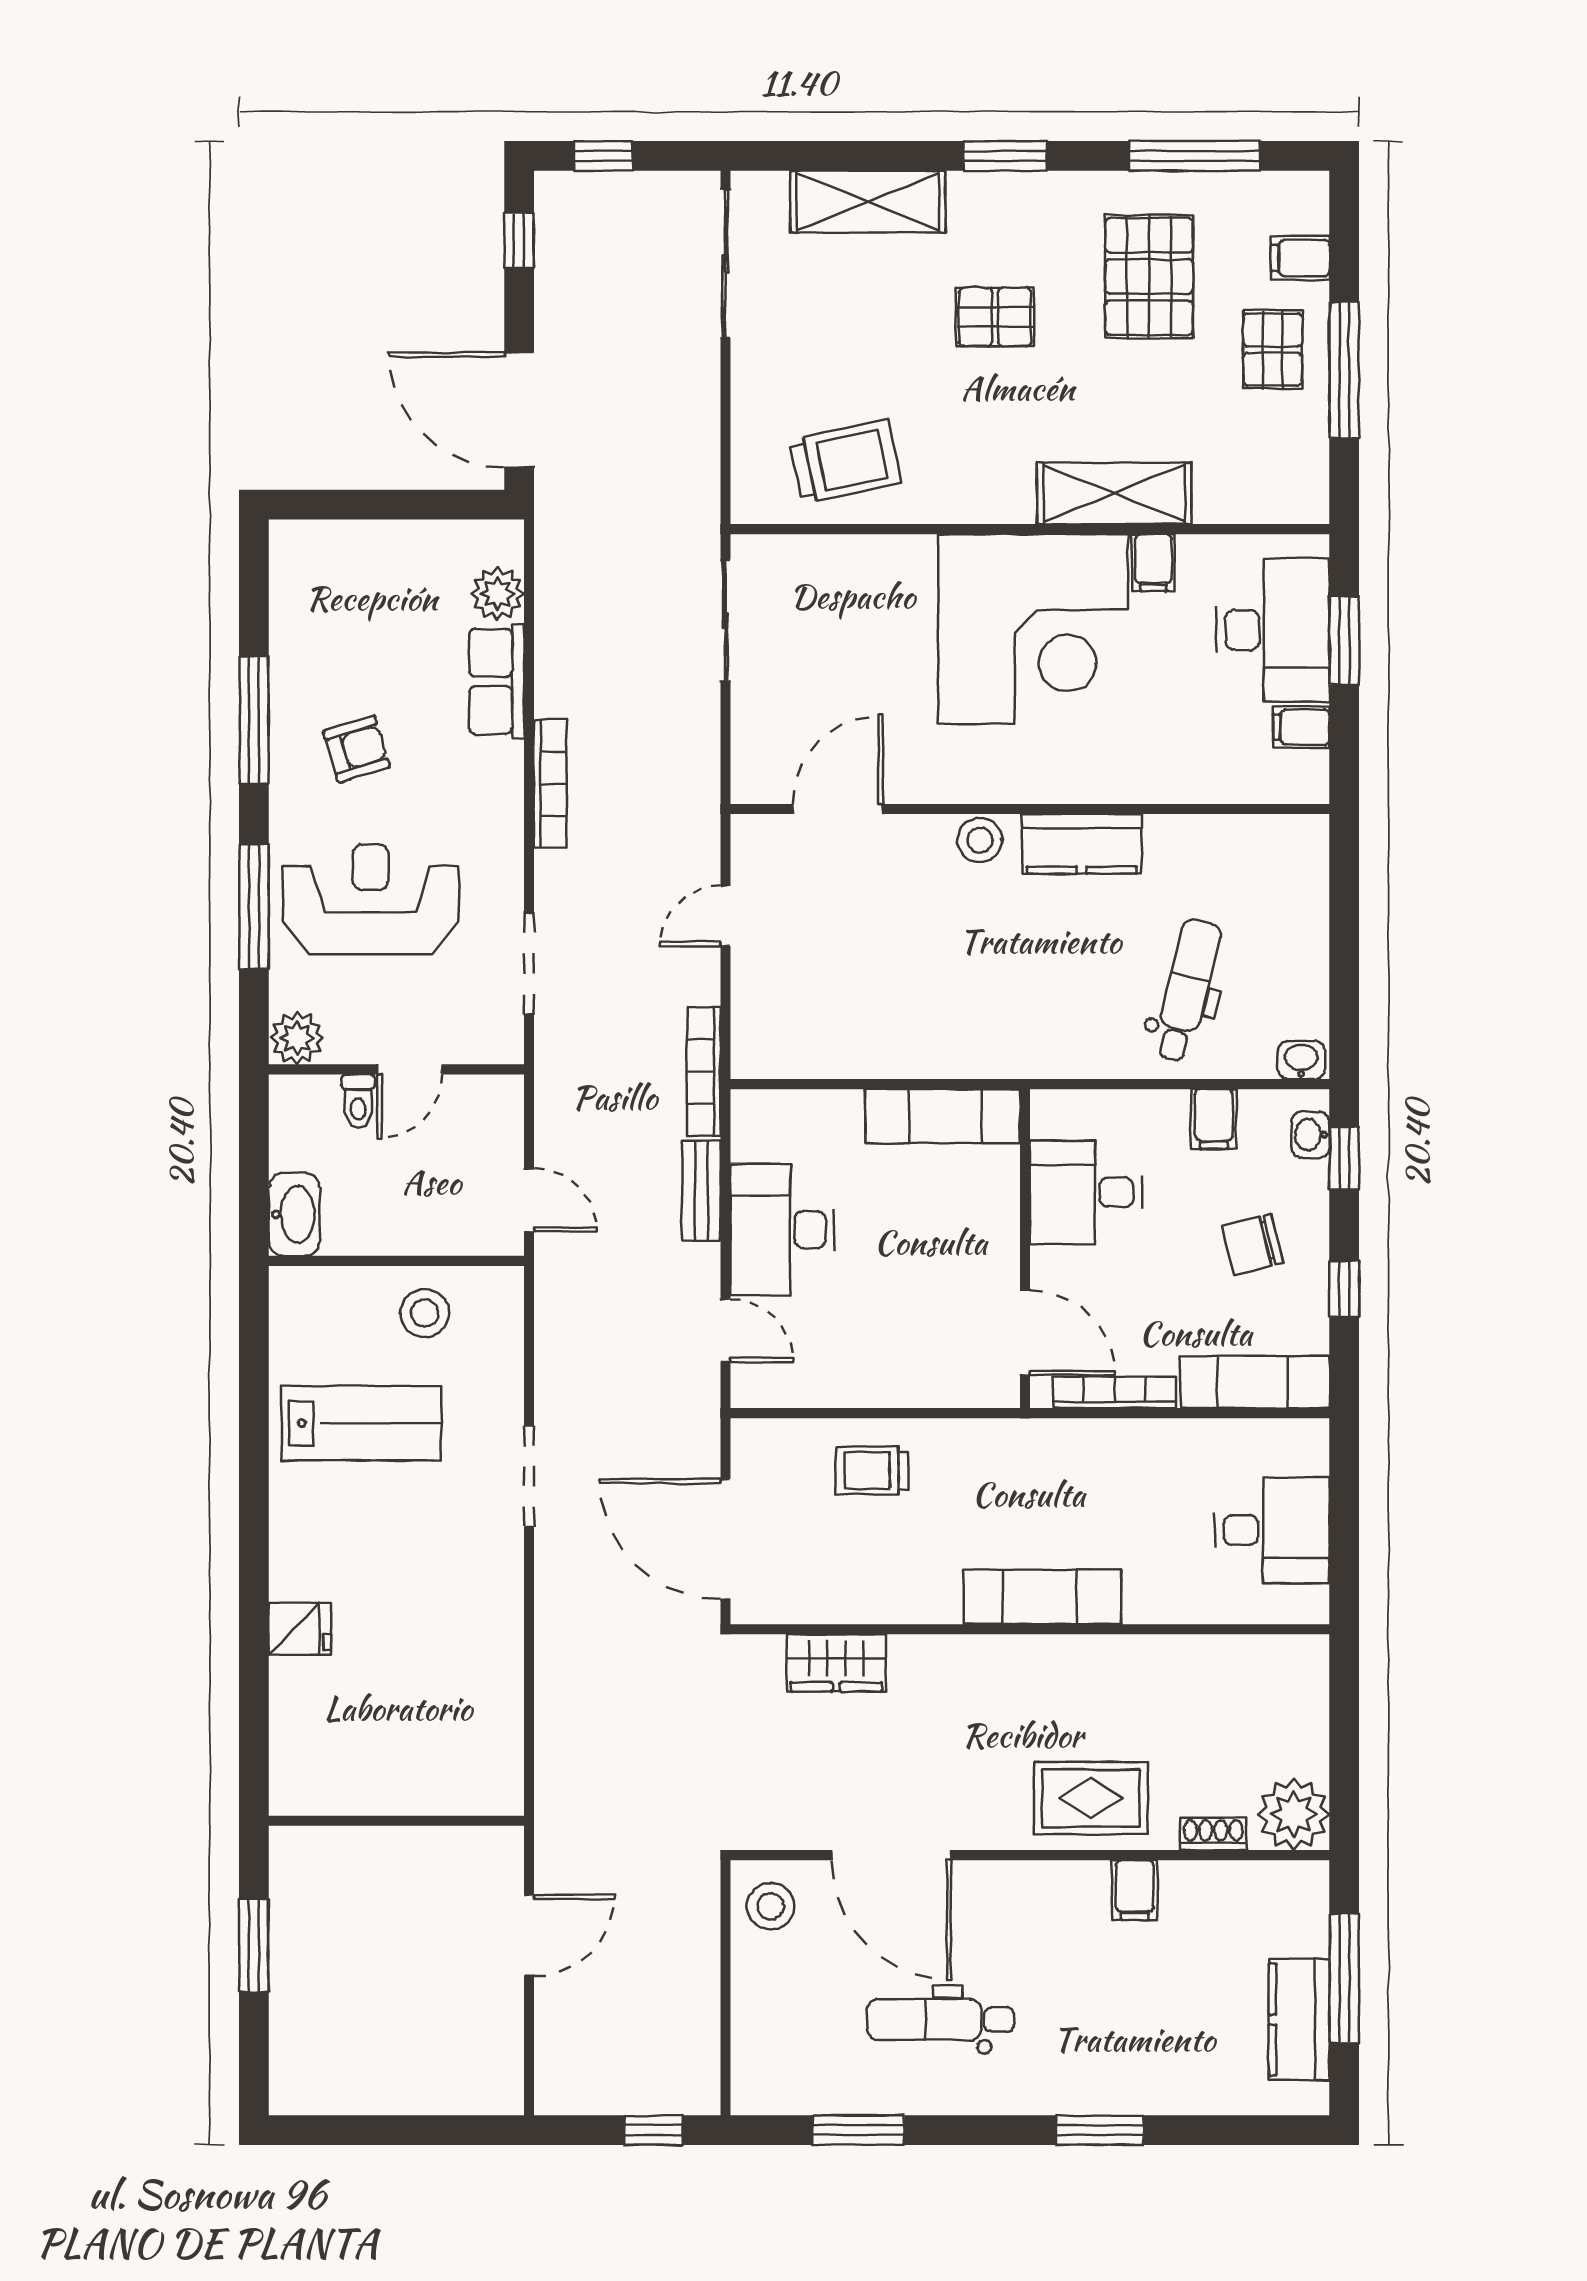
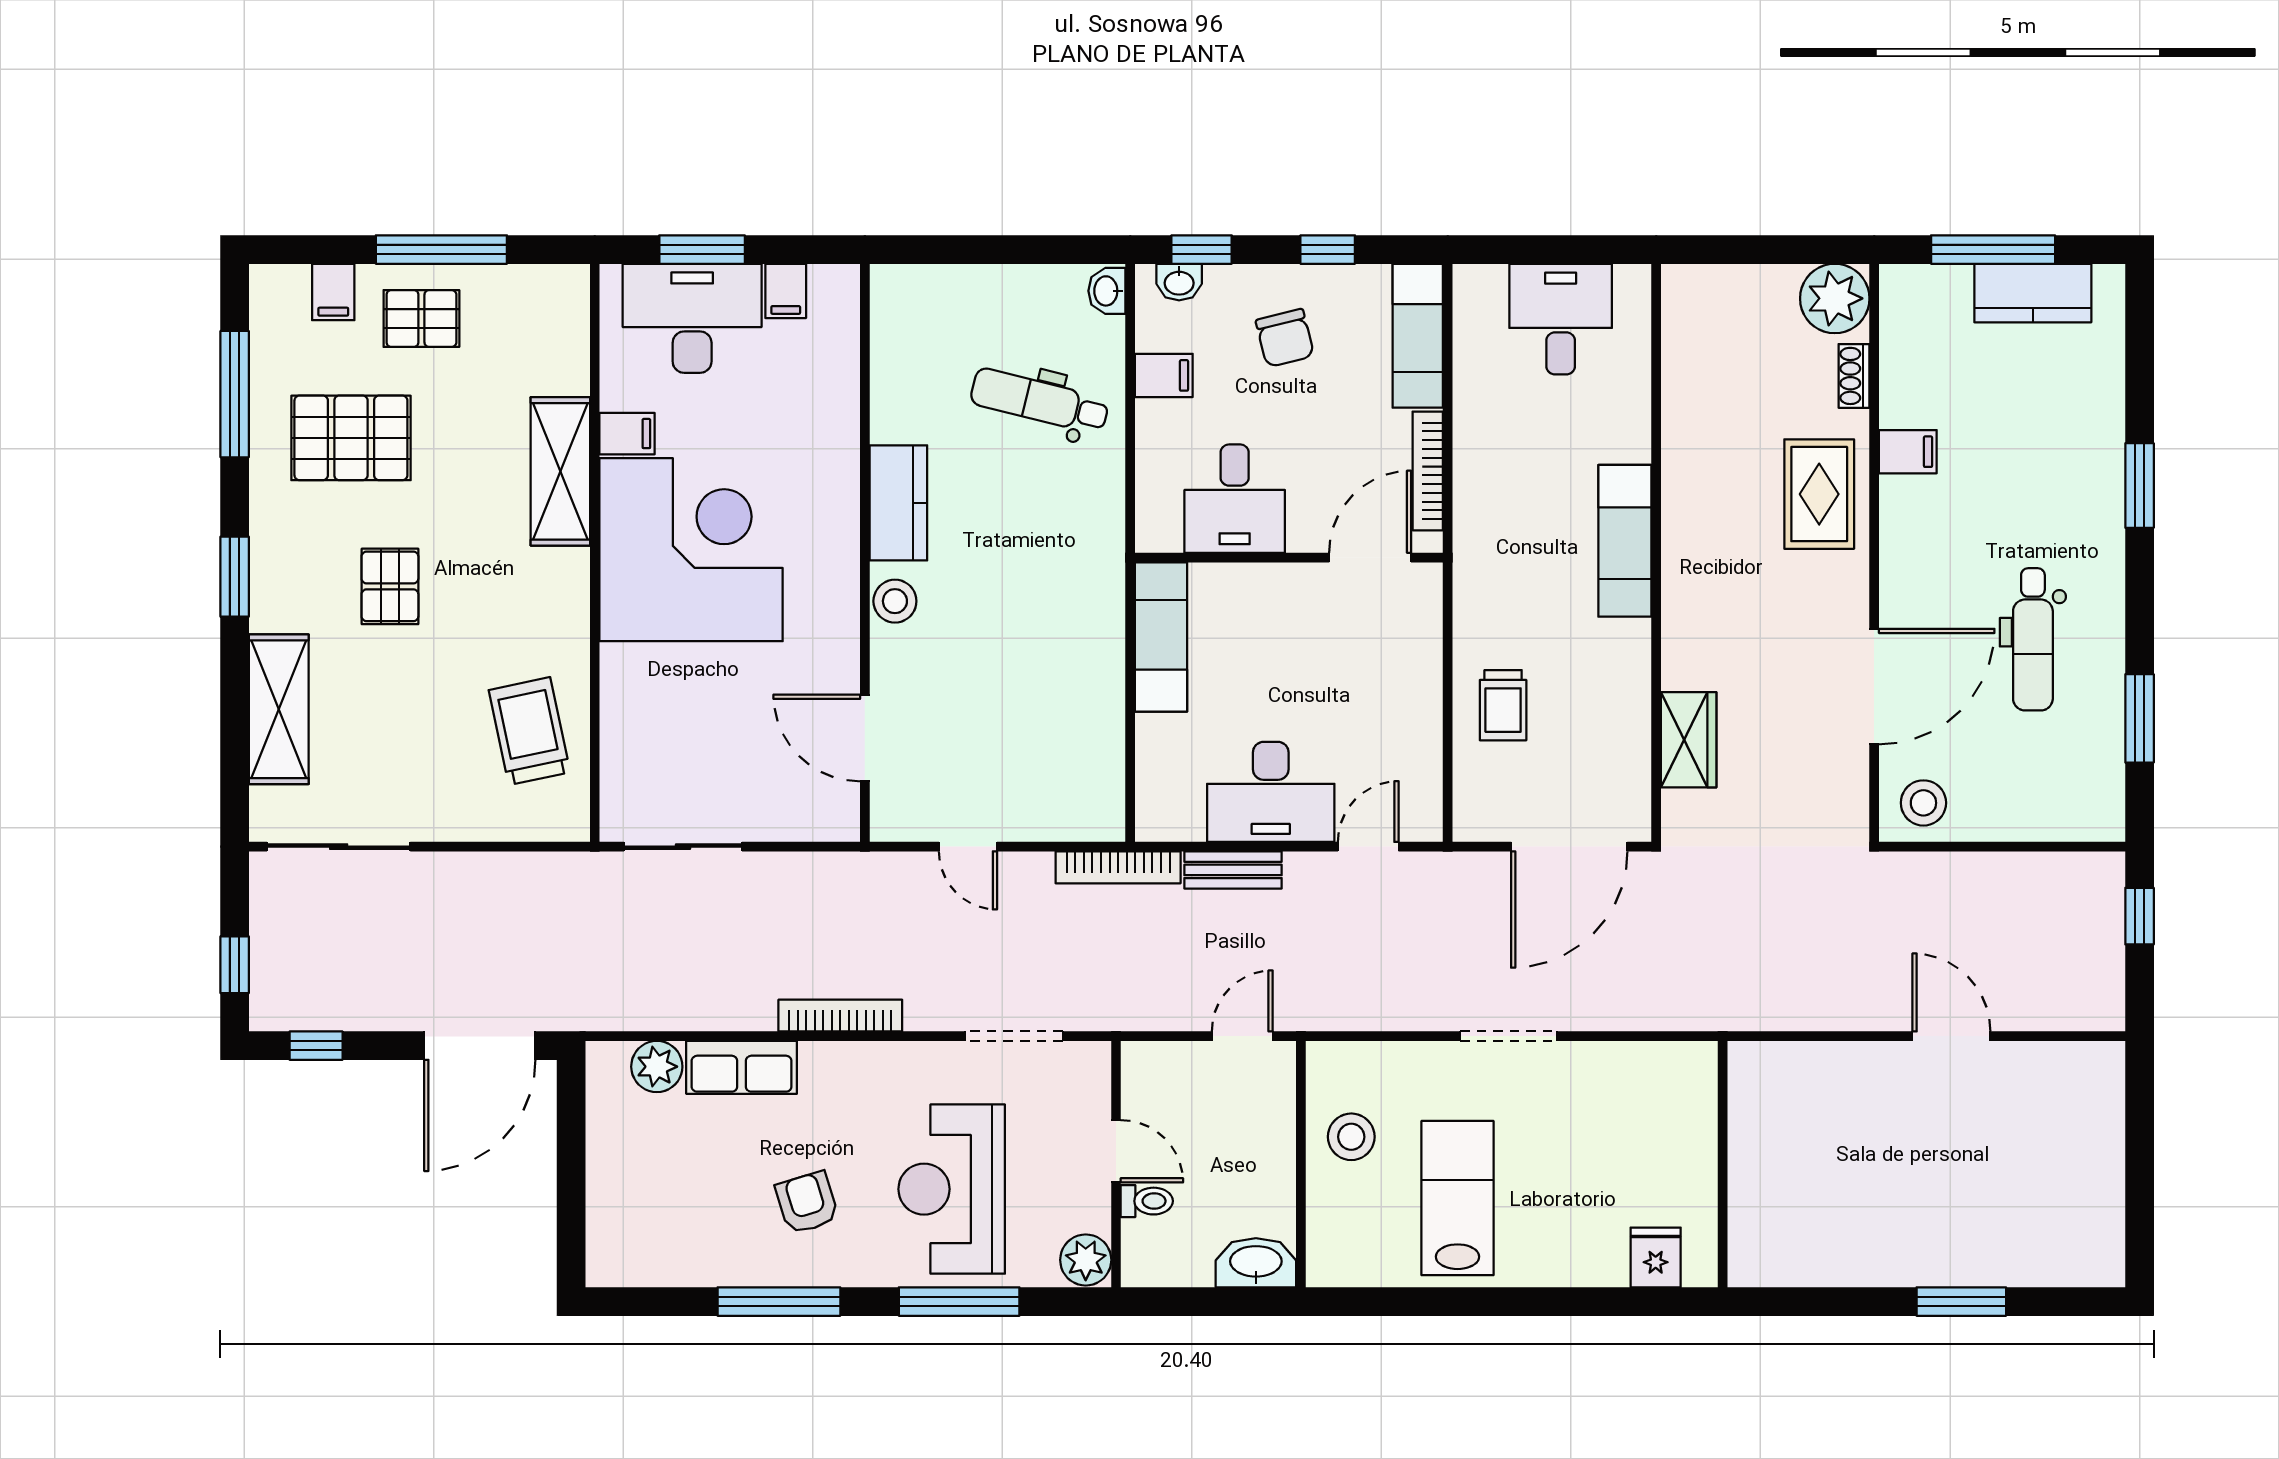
wall: (396, 1821) -> (1723, 1164), moved

